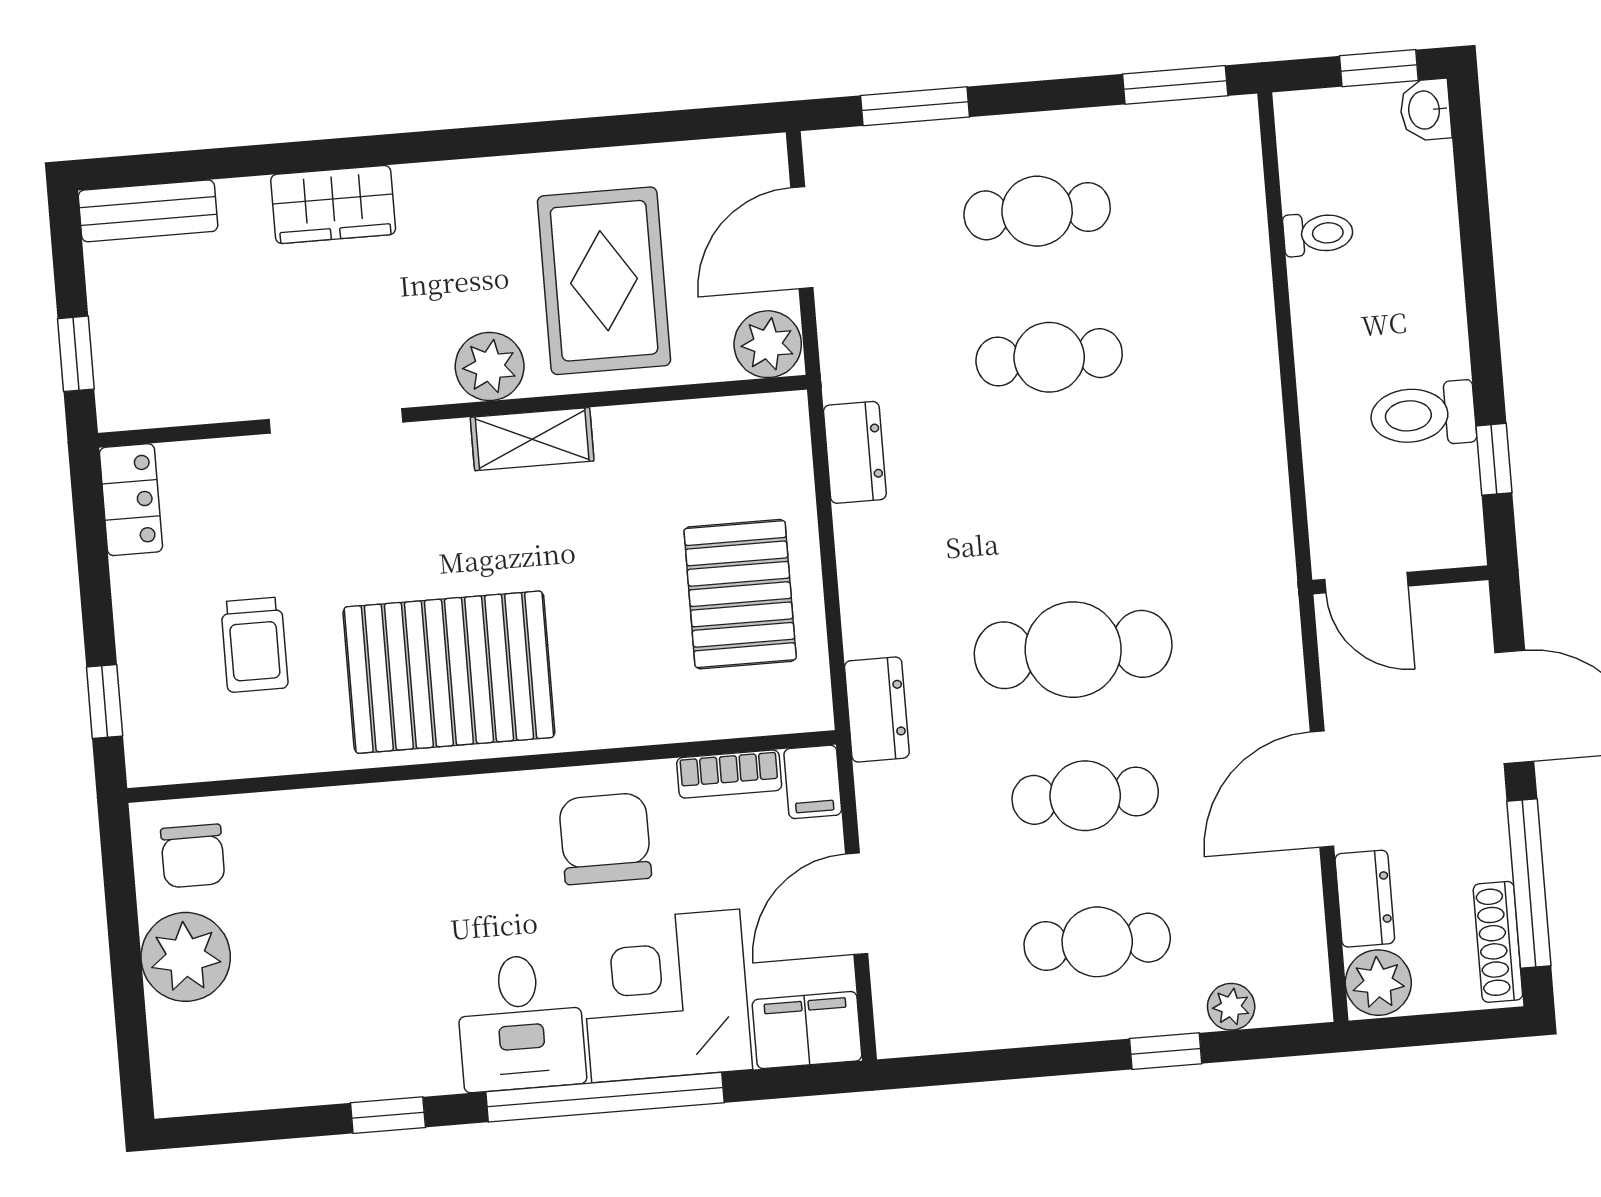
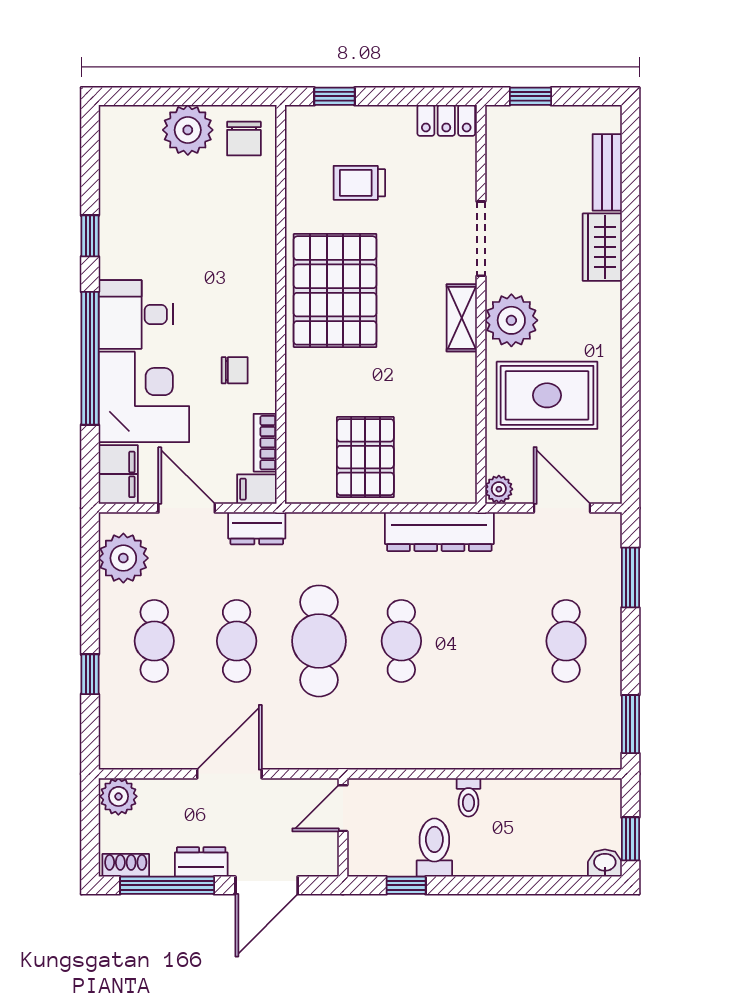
bench: (148, 211) -> (607, 172), moved
toilet: (1318, 234) -> (468, 797), moved
plant: (768, 344) -> (499, 489), width x0.73, depth x0.73
cafe table: (1049, 357) -> (401, 641), moved
plant: (490, 366) -> (511, 320), width x1.36, depth x1.36
shelving: (532, 439) -> (462, 318), moved
dresser: (855, 452) -> (439, 532), width x1.96, depth x1.24
pallet: (740, 594) -> (365, 457), turned 90
dresser: (877, 709) -> (257, 528), moved
door: (1322, 789) -> (229, 774), hinge flipped
chair: (605, 839) -> (235, 370), width x0.54, depth x0.54
chair: (193, 856) -> (244, 139), turned -90
dresser: (1365, 899) -> (201, 862), moved, turned 180
shoe rack: (1498, 942) -> (126, 865), width x0.70
plant: (1231, 1007) -> (123, 558), moved, width x1.88, depth x1.88

